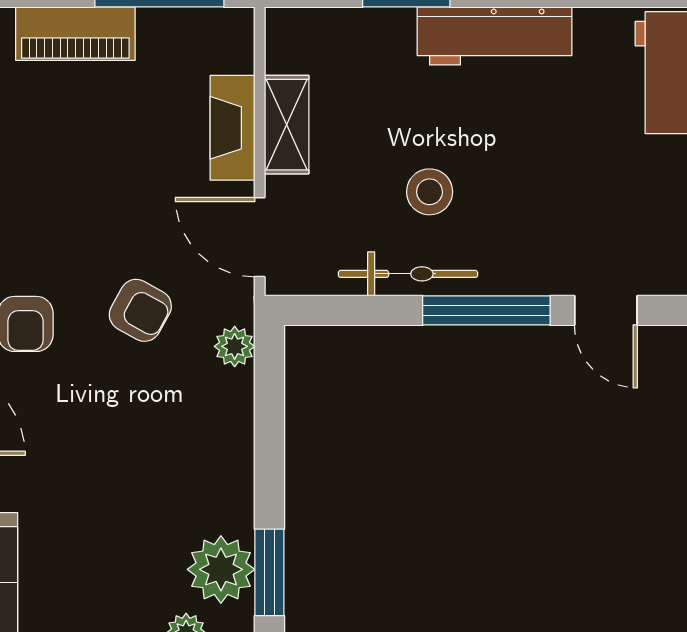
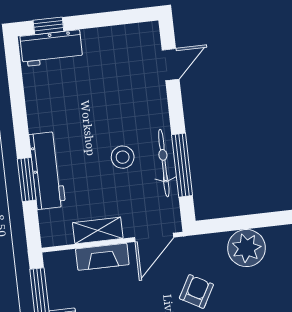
workbench: (494, 36) -> (47, 170), moved
window: (486, 310) -> (182, 165), moved
plant: (235, 346) -> (246, 248), moved, width x1.87, depth x1.87

